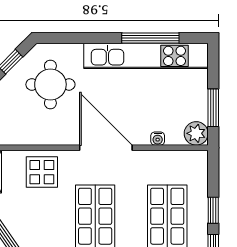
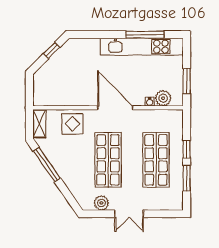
round table: (50, 84) -> (78, 66), removed
plant: (196, 133) -> (163, 98), moved

